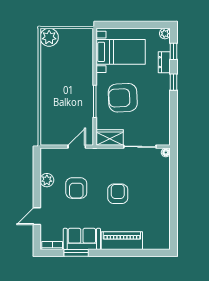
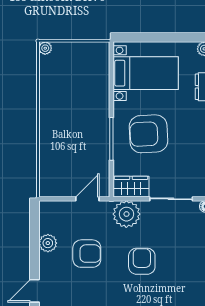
plant: (49, 37) -> (45, 48), width x0.53, depth x0.53
plant: (106, 158) -> (126, 214), added
armchair: (76, 188) -> (87, 254), turned -90

